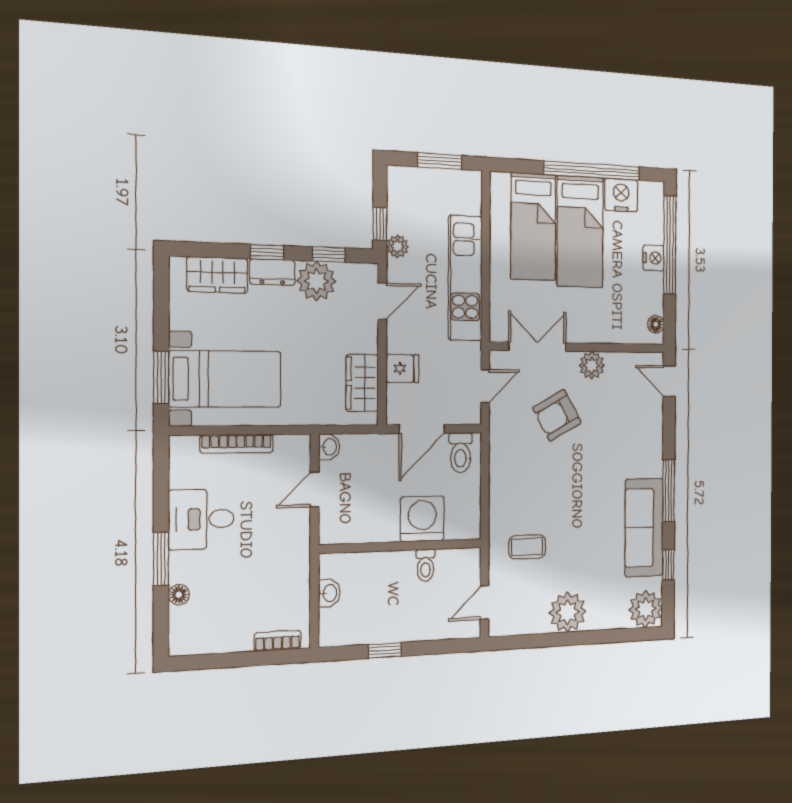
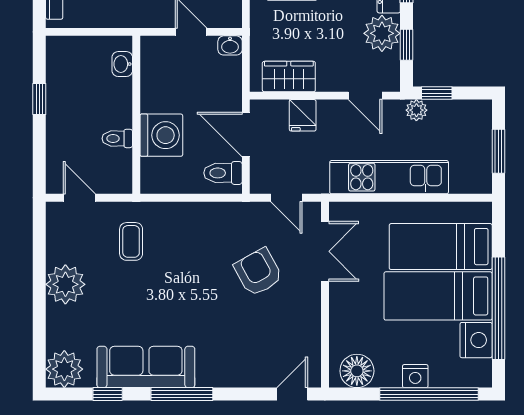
floor lamp: (656, 324) -> (357, 371), width x1.89, depth x1.89
plant: (592, 365) -> (307, 309), removed
washbasin: (329, 593) -> (122, 64), moved, turned 90

